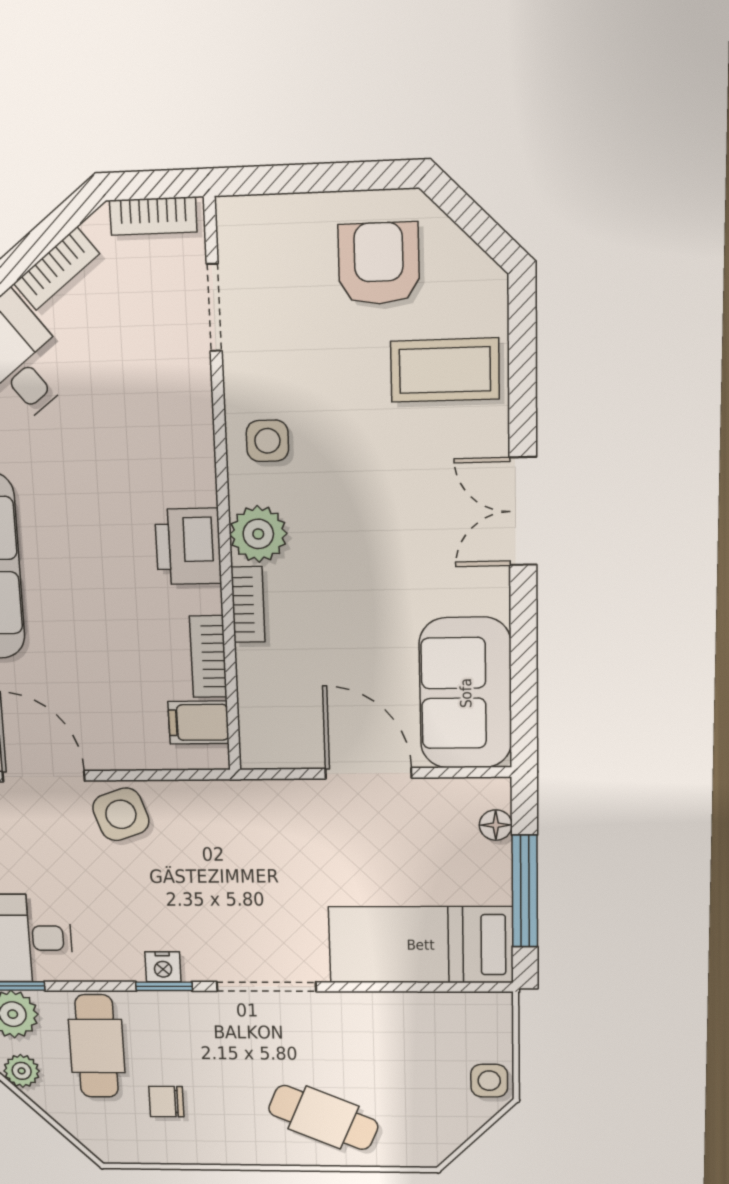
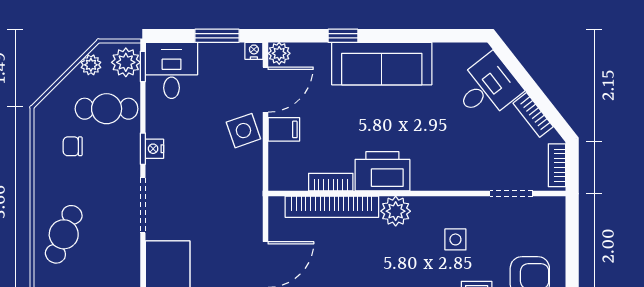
side table: (267, 441) -> (455, 239), moved
printer: (188, 546) -> (382, 171), width x1.37, depth x1.19
bookcase: (248, 605) -> (332, 207), width x2.31, depth x1.31
filing cabinet: (199, 722) -> (284, 129), moved, turned 90
chair: (166, 1102) -> (73, 146), turned -90

